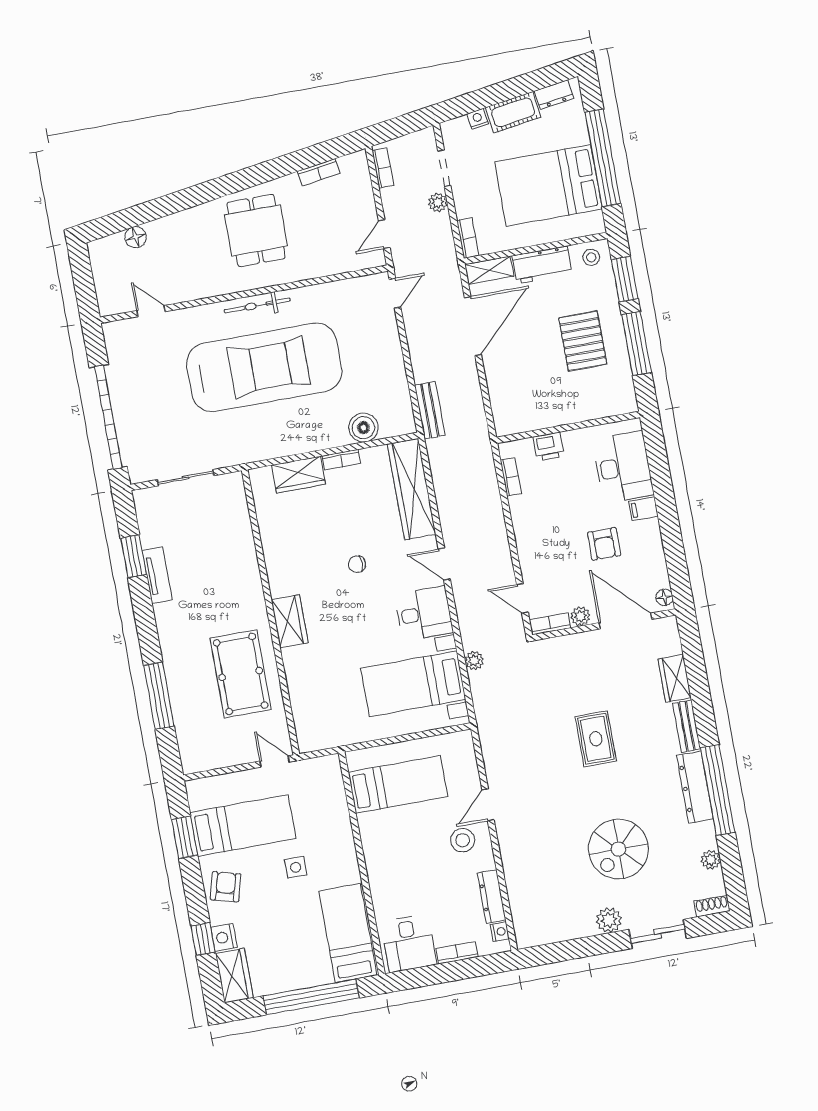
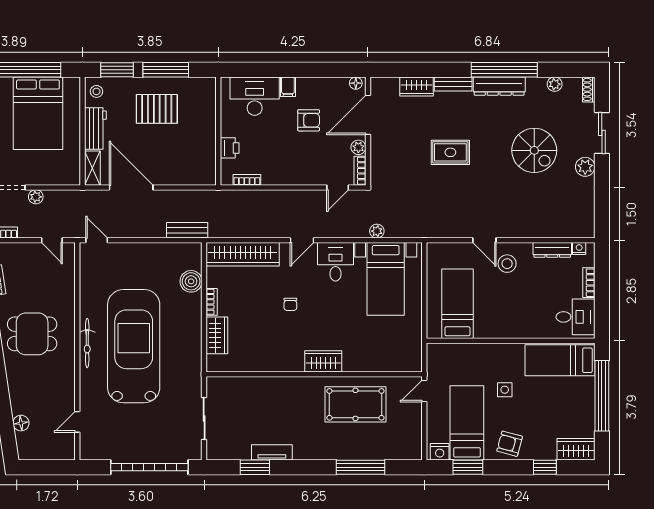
bookcase: (468, 238) -> (66, 180), removed
nightstand: (224, 937) -> (440, 452), moved

